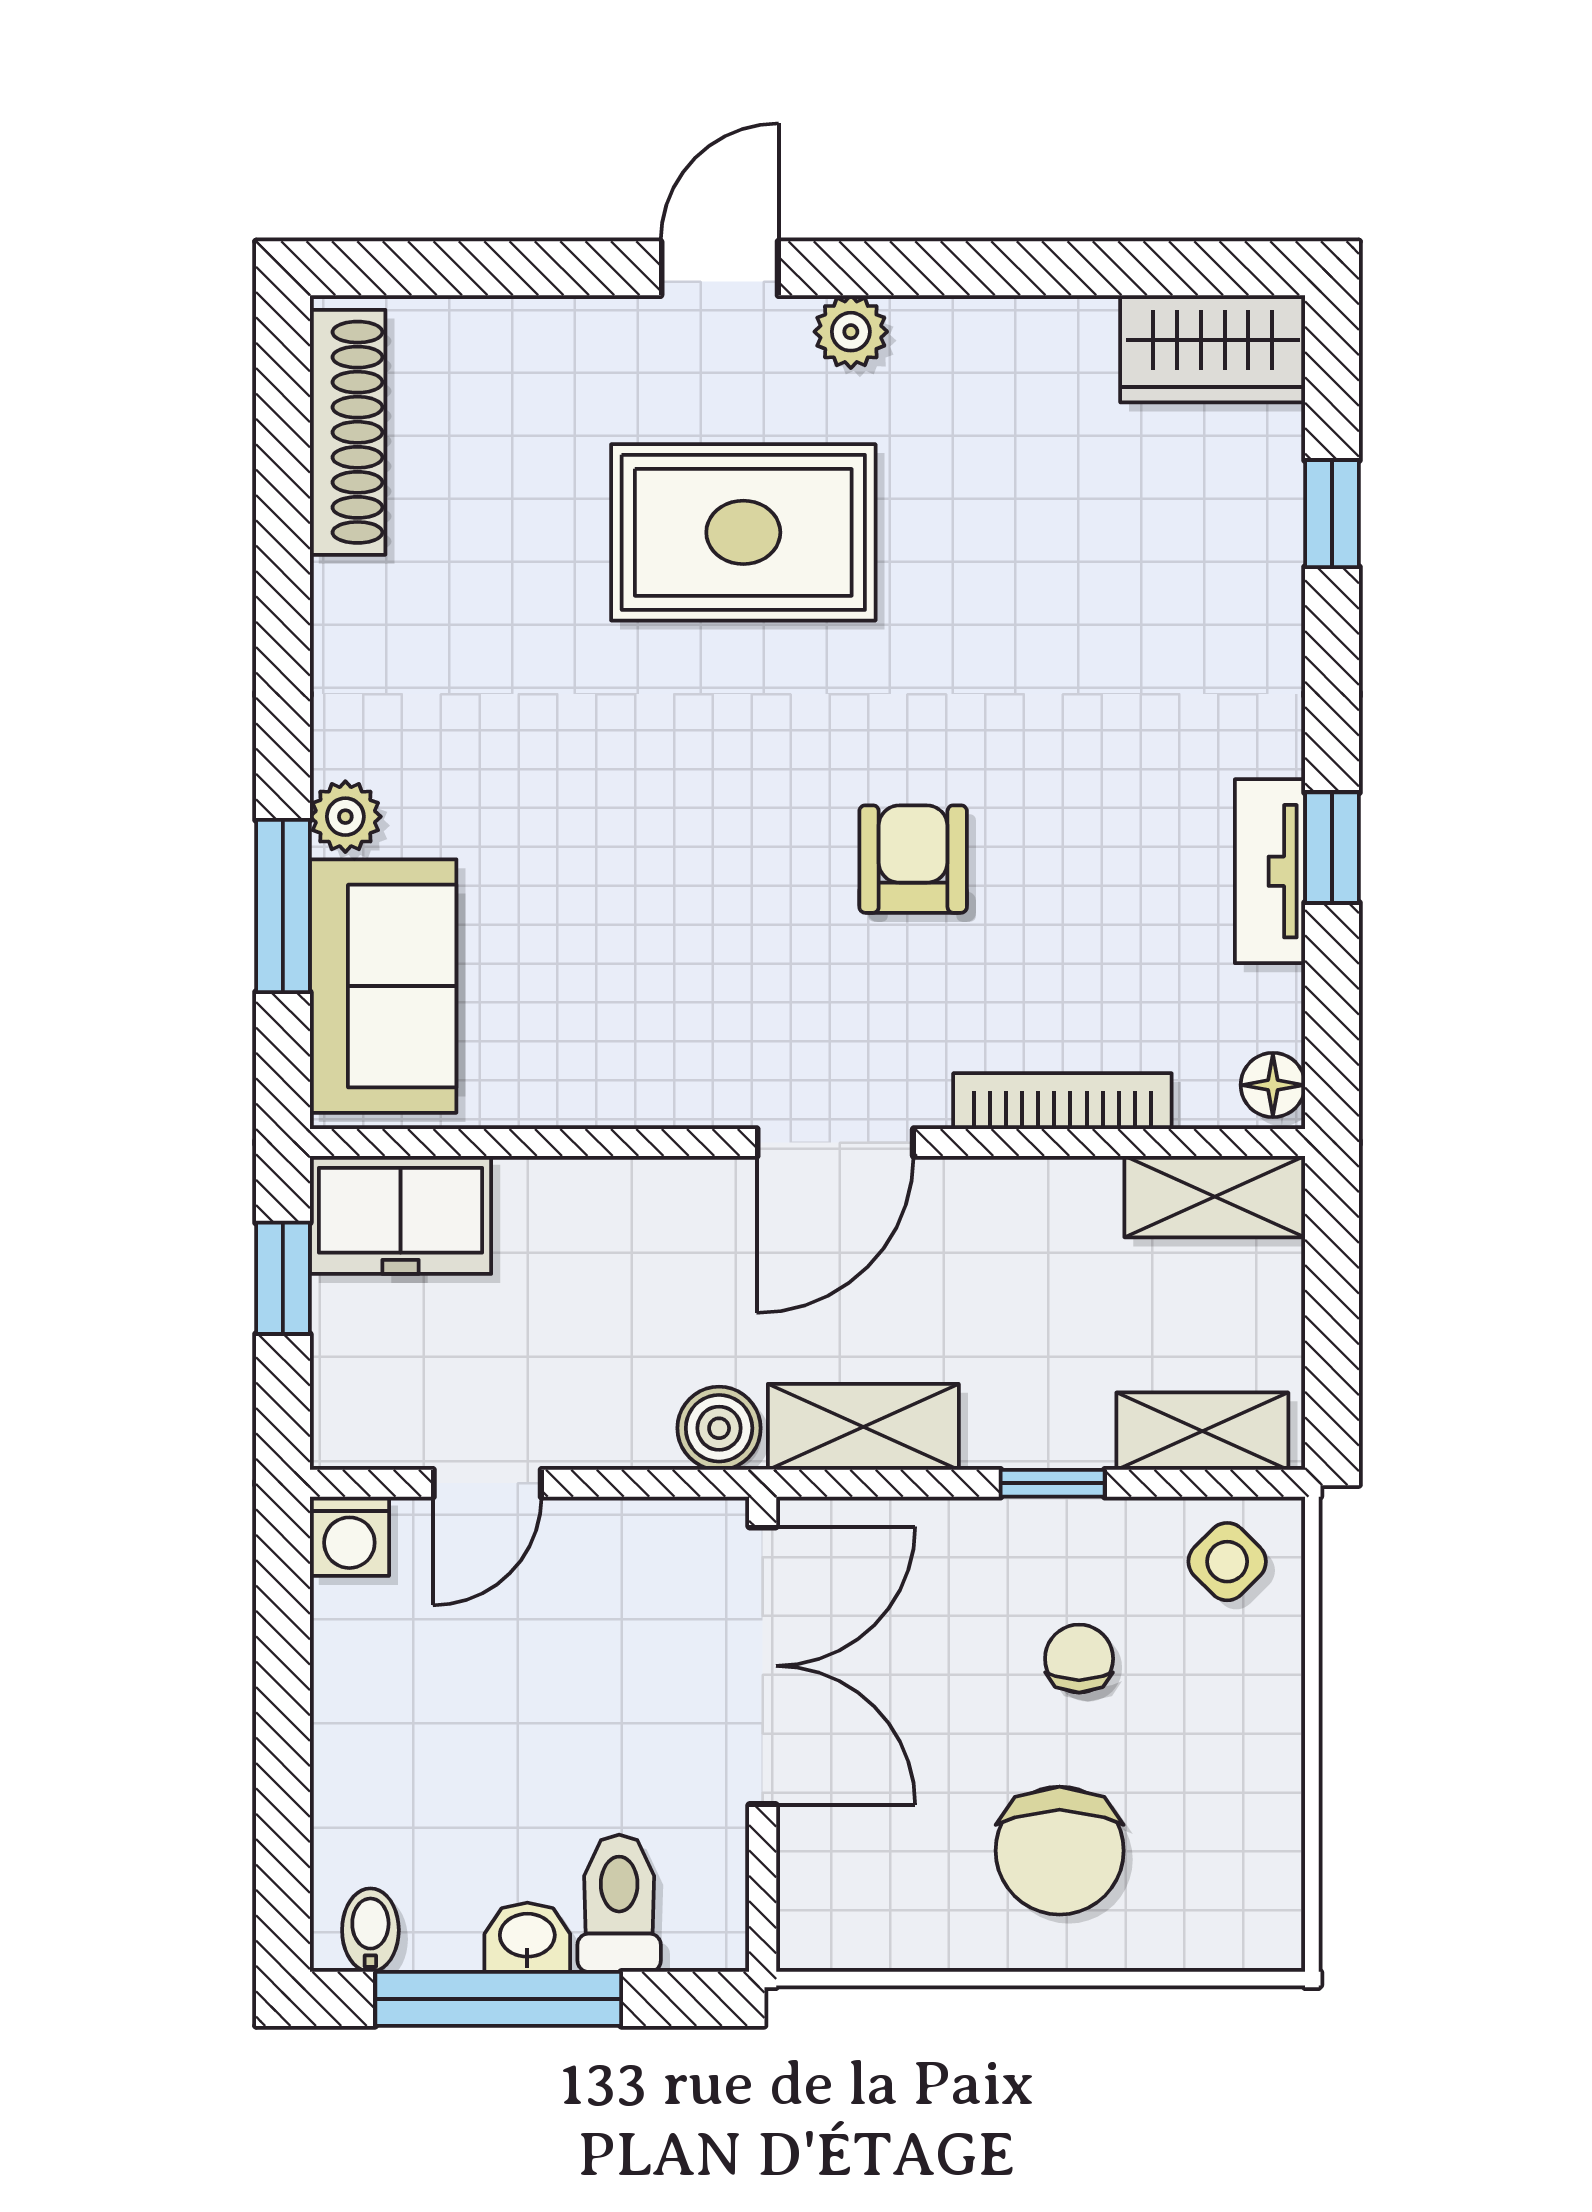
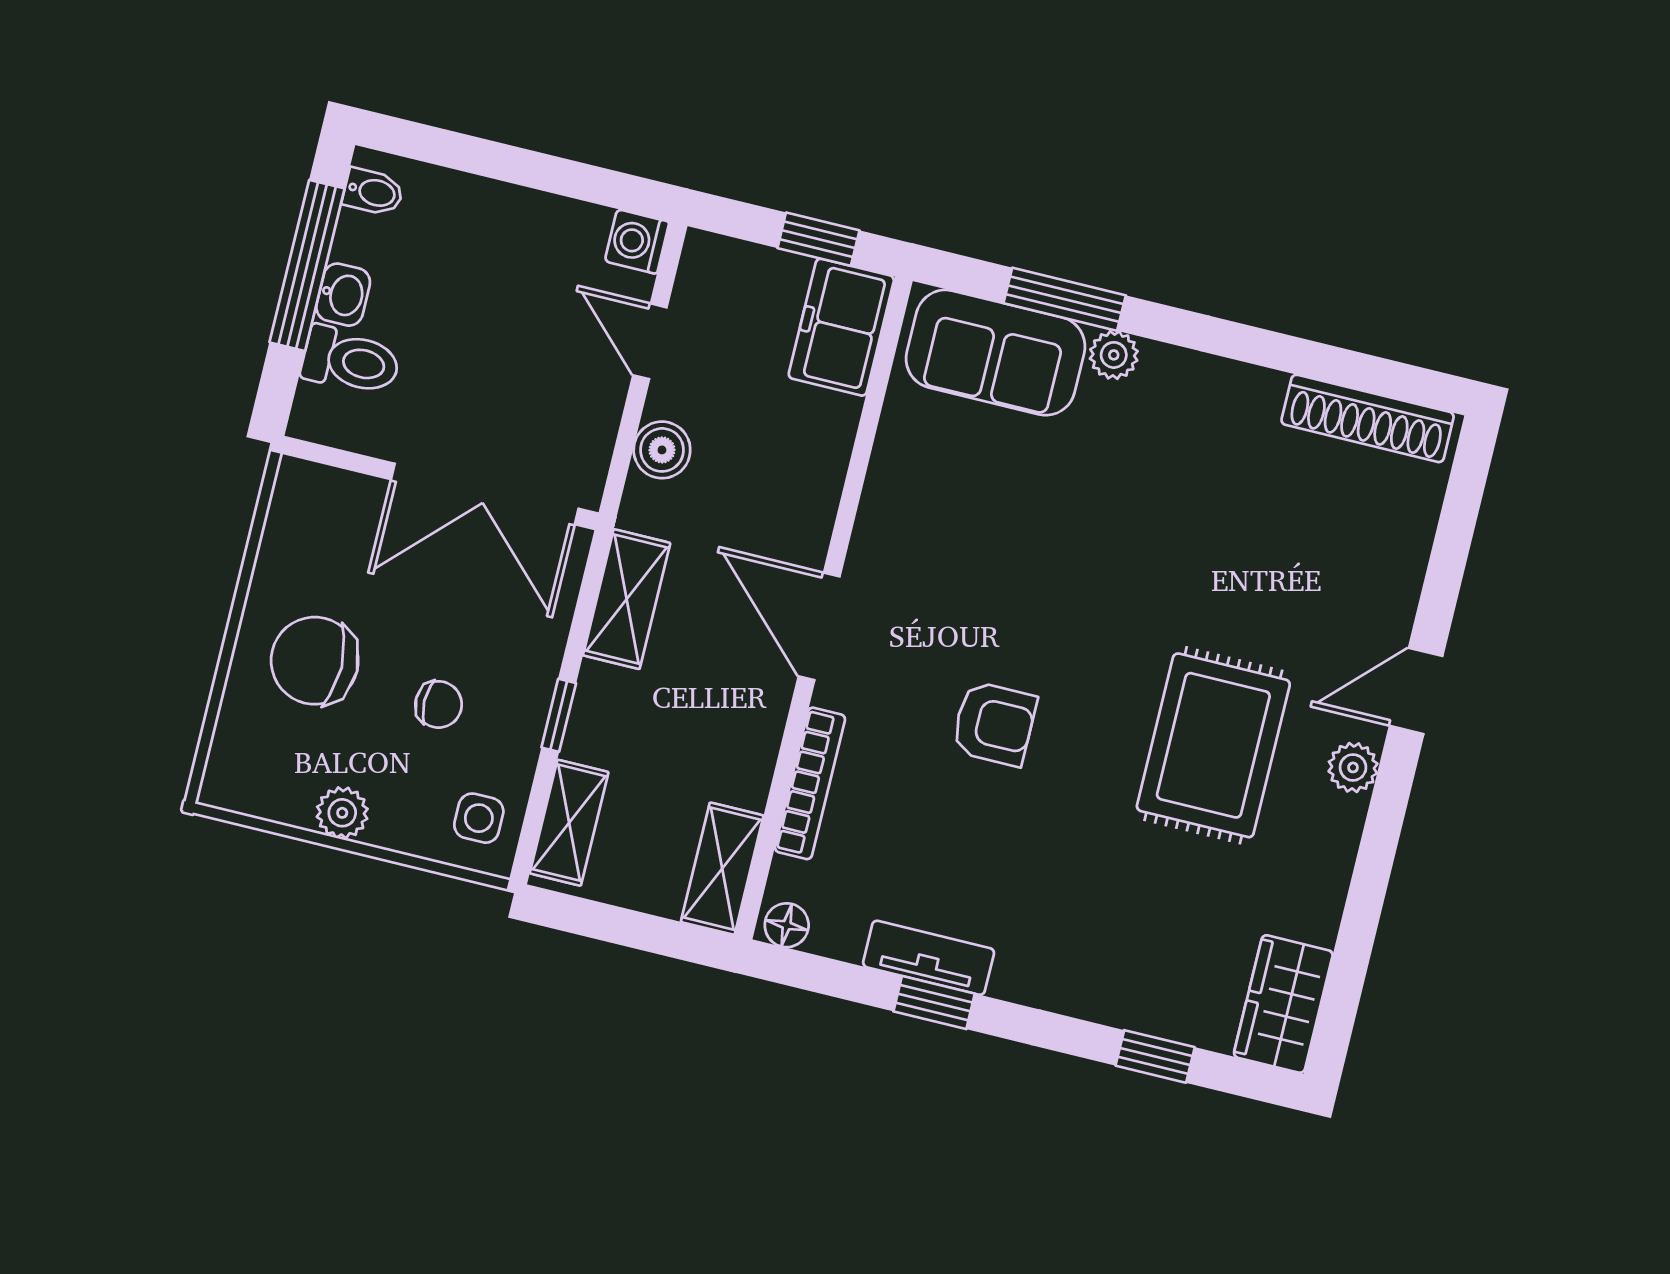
door: (720, 268) -> (1416, 691), swing flipped
rug: (743, 532) -> (1213, 745), moved
boiler: (719, 1428) -> (662, 450), moved
side table: (1227, 1562) -> (479, 818), turned 45
plant: (1267, 1758) -> (342, 813), added

